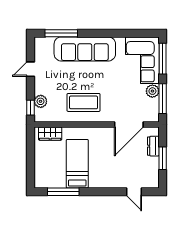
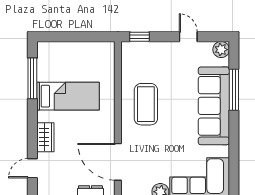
window: (61, 33) -> (234, 90), moved
plant: (41, 101) -> (221, 50), moved
wardrobe: (50, 134) -> (45, 137), moved, turned 180

